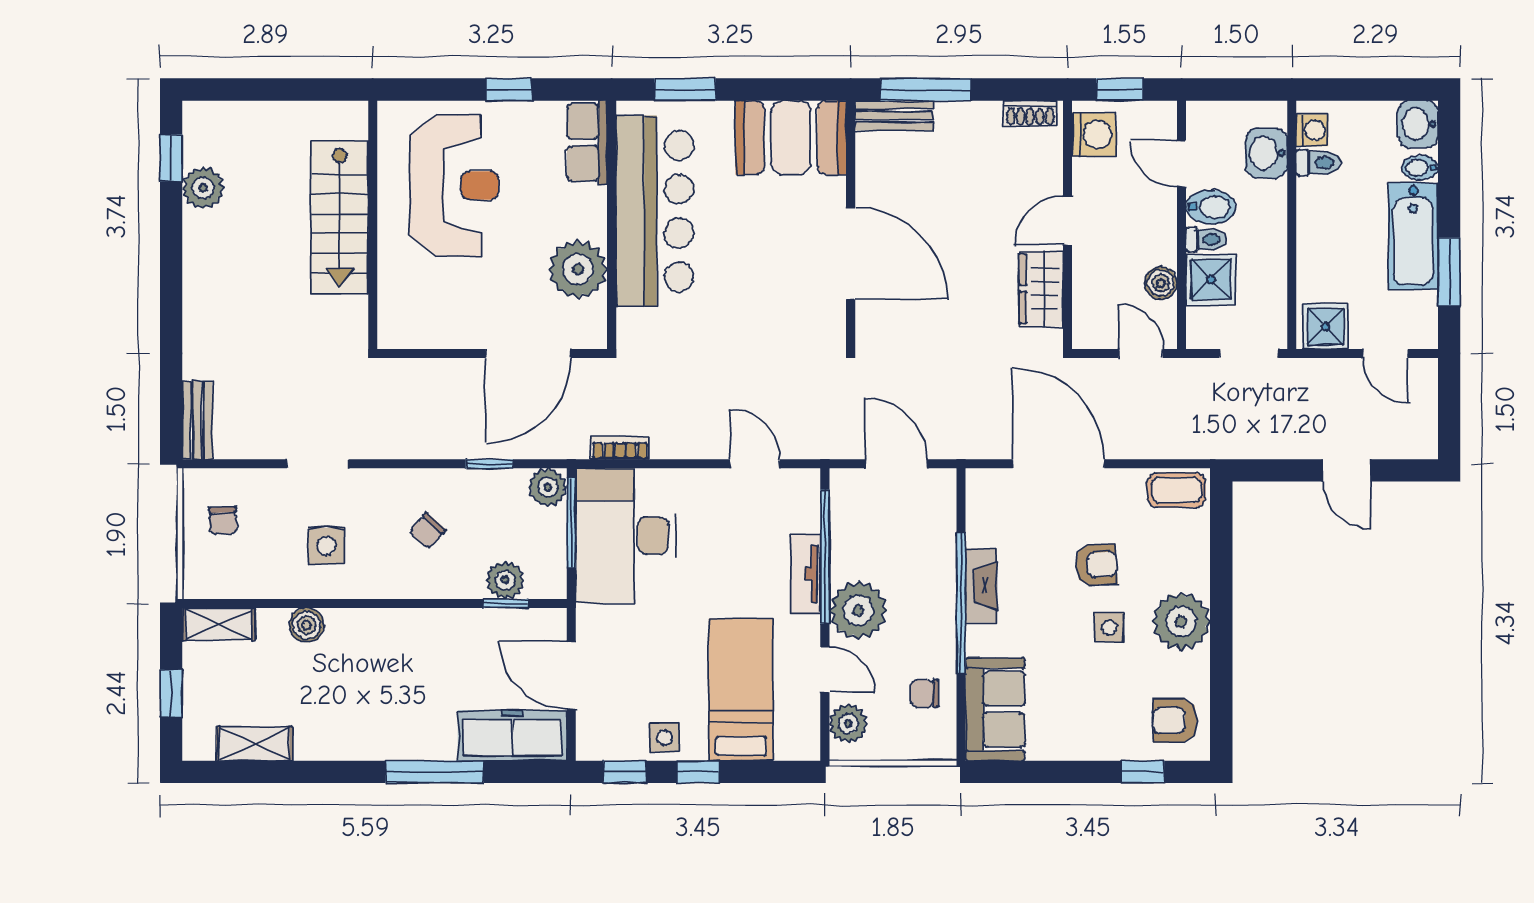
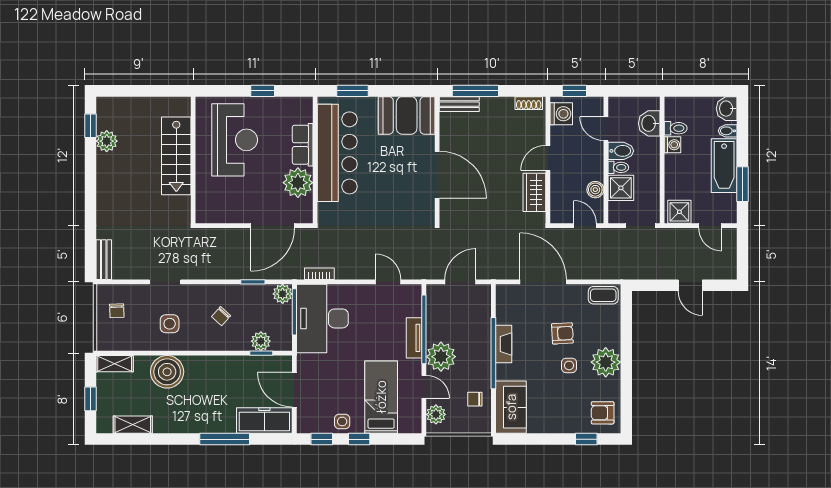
washing machine: (1312, 130) -> (673, 145), moved
row of seats: (587, 142) -> (303, 145), moved
door: (896, 464) -> (460, 282), hinge flipped
boiler: (307, 625) -> (167, 372), width x1.86, depth x1.86

